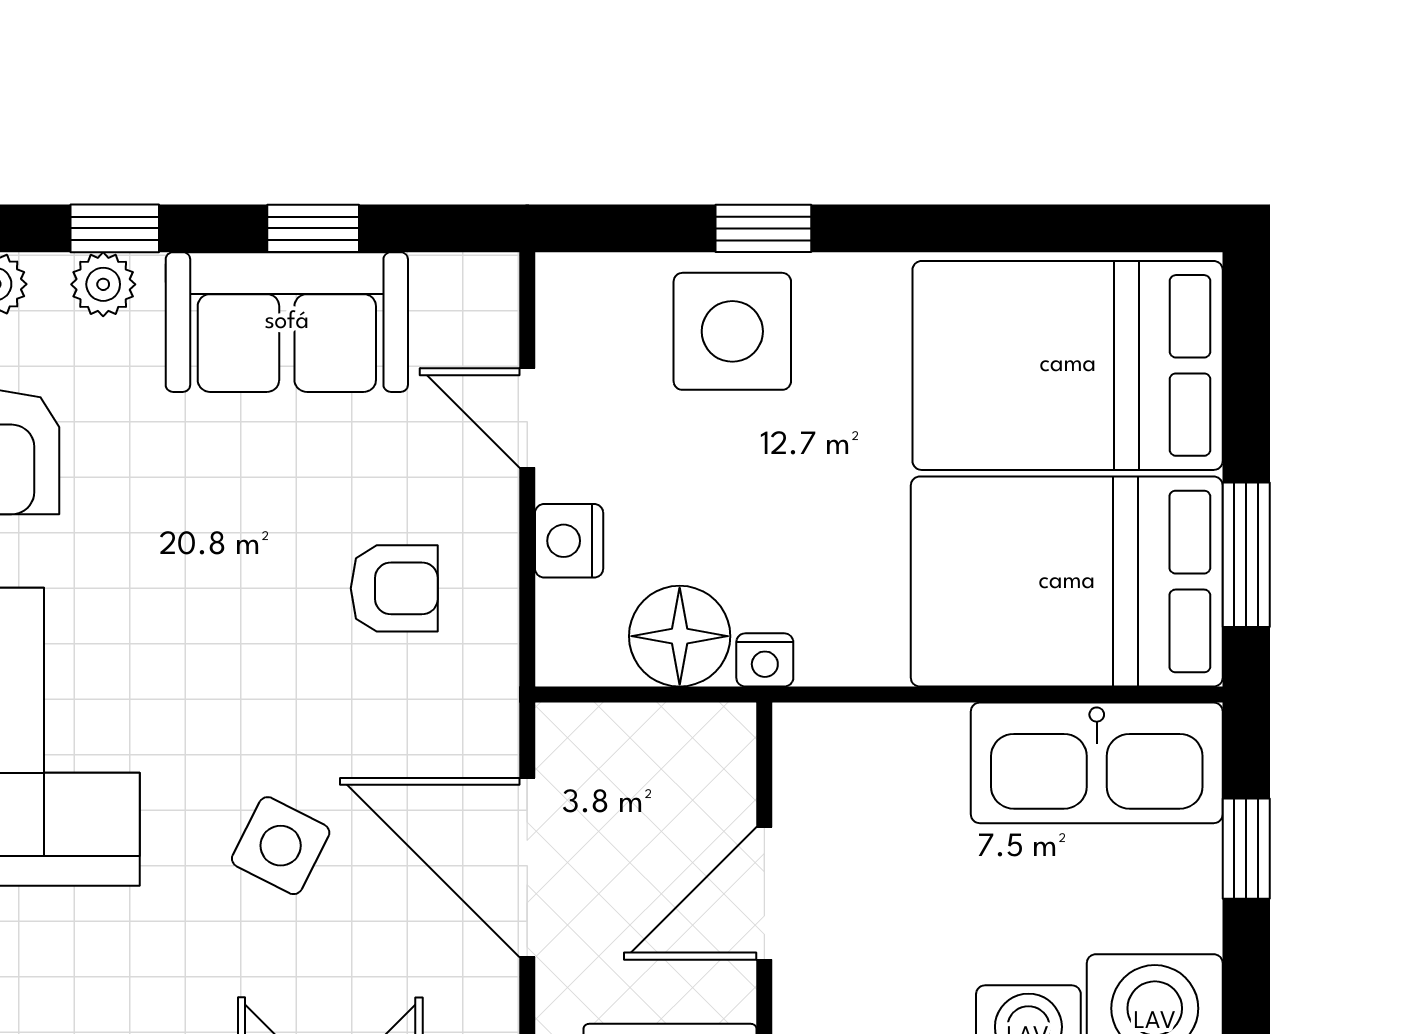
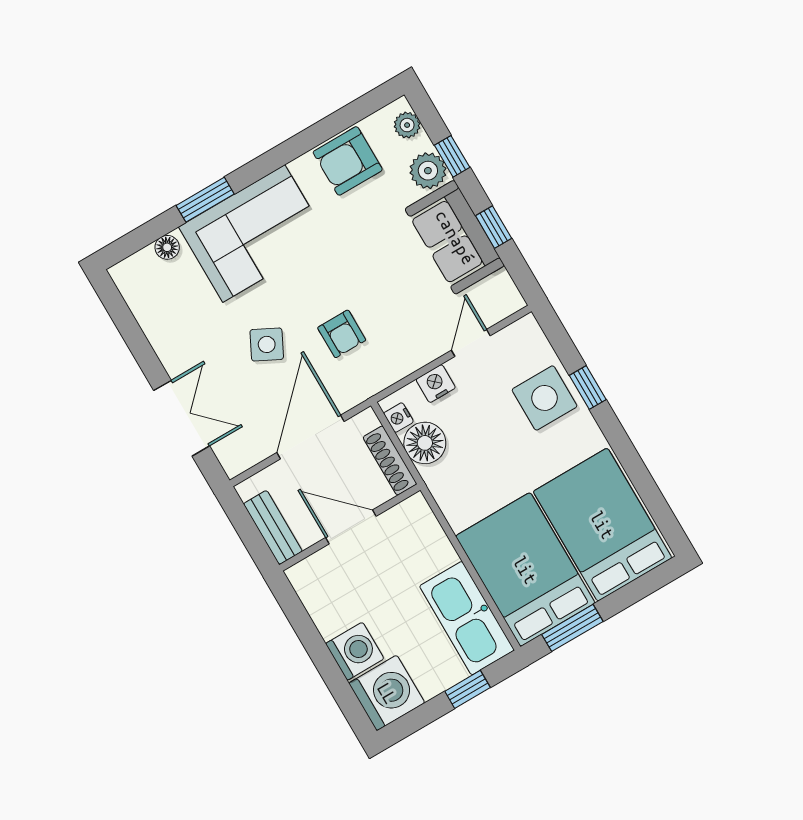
plant: (103, 284) -> (428, 171), width x1.38, depth x1.38
armchair: (394, 588) -> (342, 334), moved
nightstand: (765, 660) -> (399, 418), moved
shoe rack: (674, 731) -> (390, 461), added

